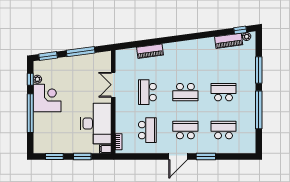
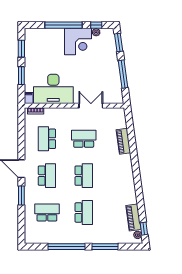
school desk: (185, 92) -> (84, 176), turned 180
school desk: (147, 130) -> (47, 139), turned 90
school desk: (224, 130) -> (47, 212), turned -90

